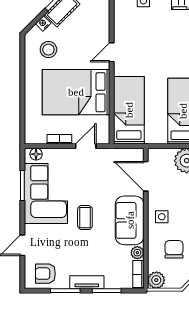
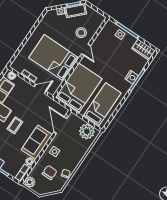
stool: (48, 50) -> (81, 33), moved
door: (112, 52) -> (86, 50), swing flipped
bed: (129, 110) -> (79, 88), width x1.50

